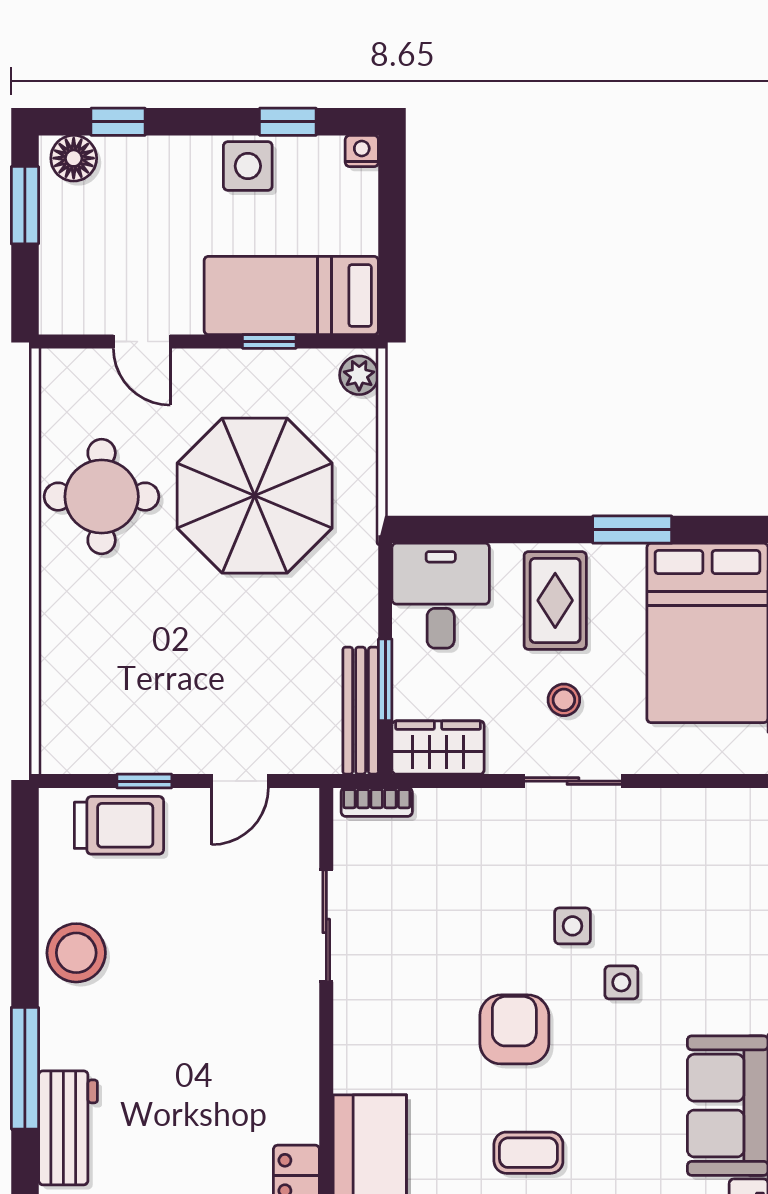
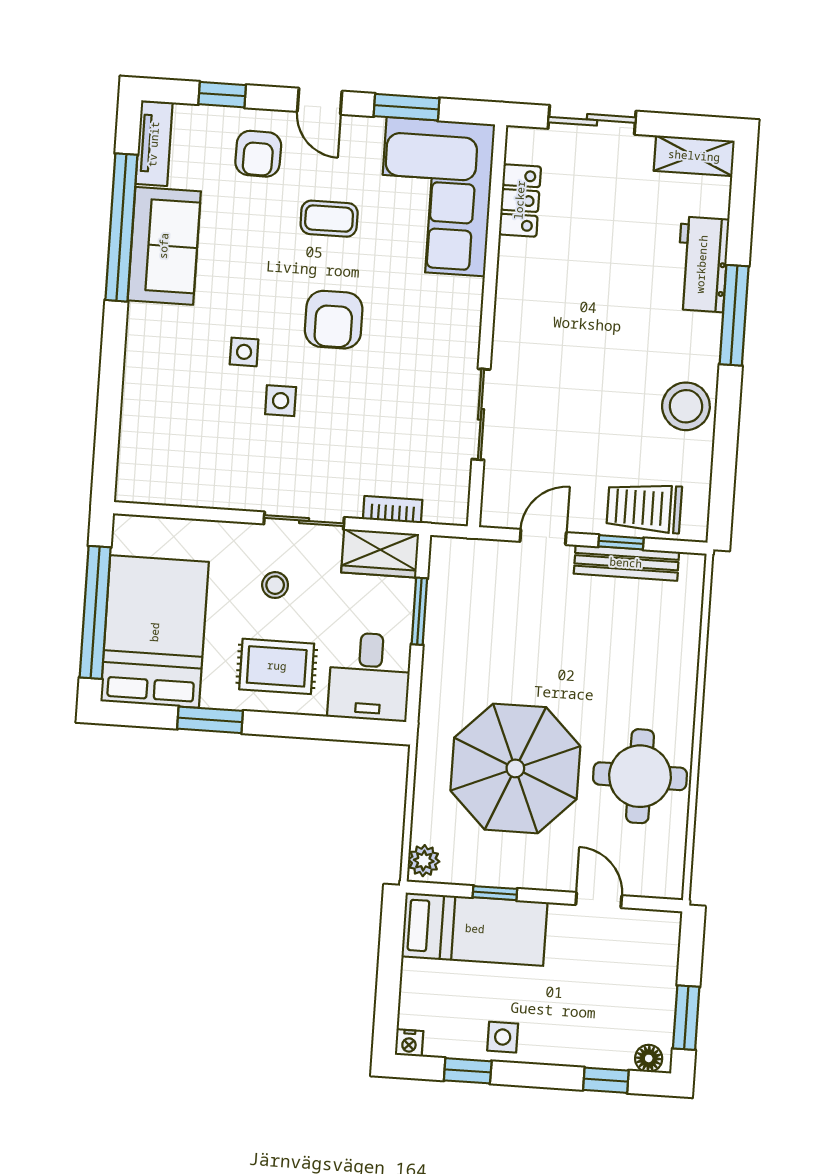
floor lamp: (74, 158) -> (649, 1058), width x0.73, depth x0.73
side table: (248, 166) -> (503, 1037), width x0.73, depth x0.73
rug: (555, 600) -> (277, 666), turned 90
bench: (361, 711) -> (626, 563), moved, turned 90
sliding door: (573, 781) -> (304, 521), moved
bookcase: (377, 802) -> (393, 510), moved

